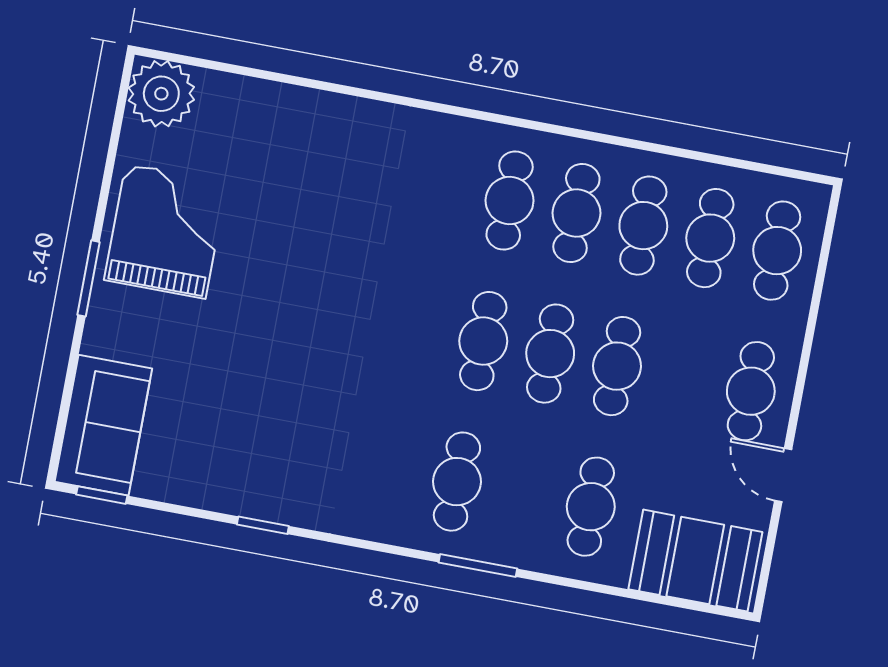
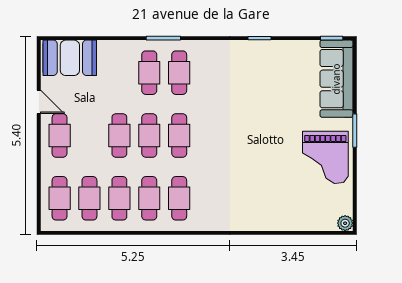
plant: (161, 94) -> (345, 223), width x0.53, depth x0.53
sofa: (103, 425) -> (336, 79), width x1.36
cafe table: (591, 507) -> (149, 73), moved

